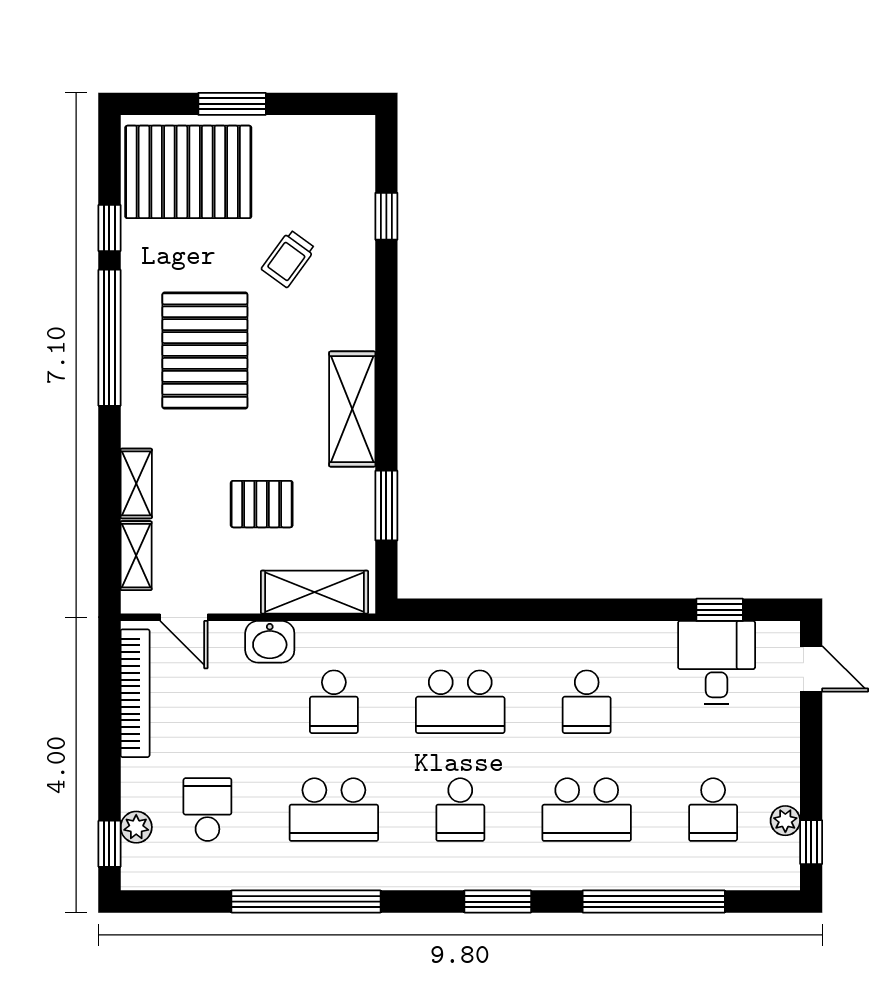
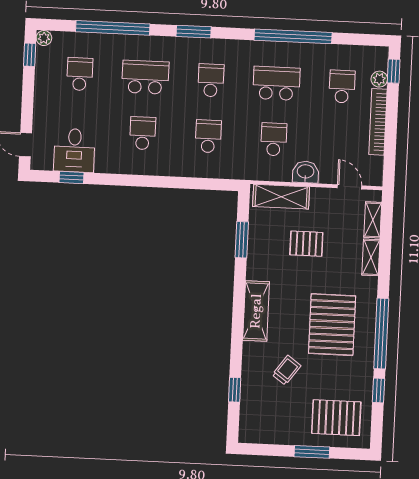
pallet: (188, 172) -> (336, 418), width x0.73, depth x0.71
shelving: (352, 409) -> (256, 311), moved
bookcase: (135, 693) -> (378, 122), moved
school desk: (460, 702) -> (208, 136), width x0.54
school desk: (207, 810) -> (342, 86), turned 180
plant: (785, 821) -> (44, 38), moved

